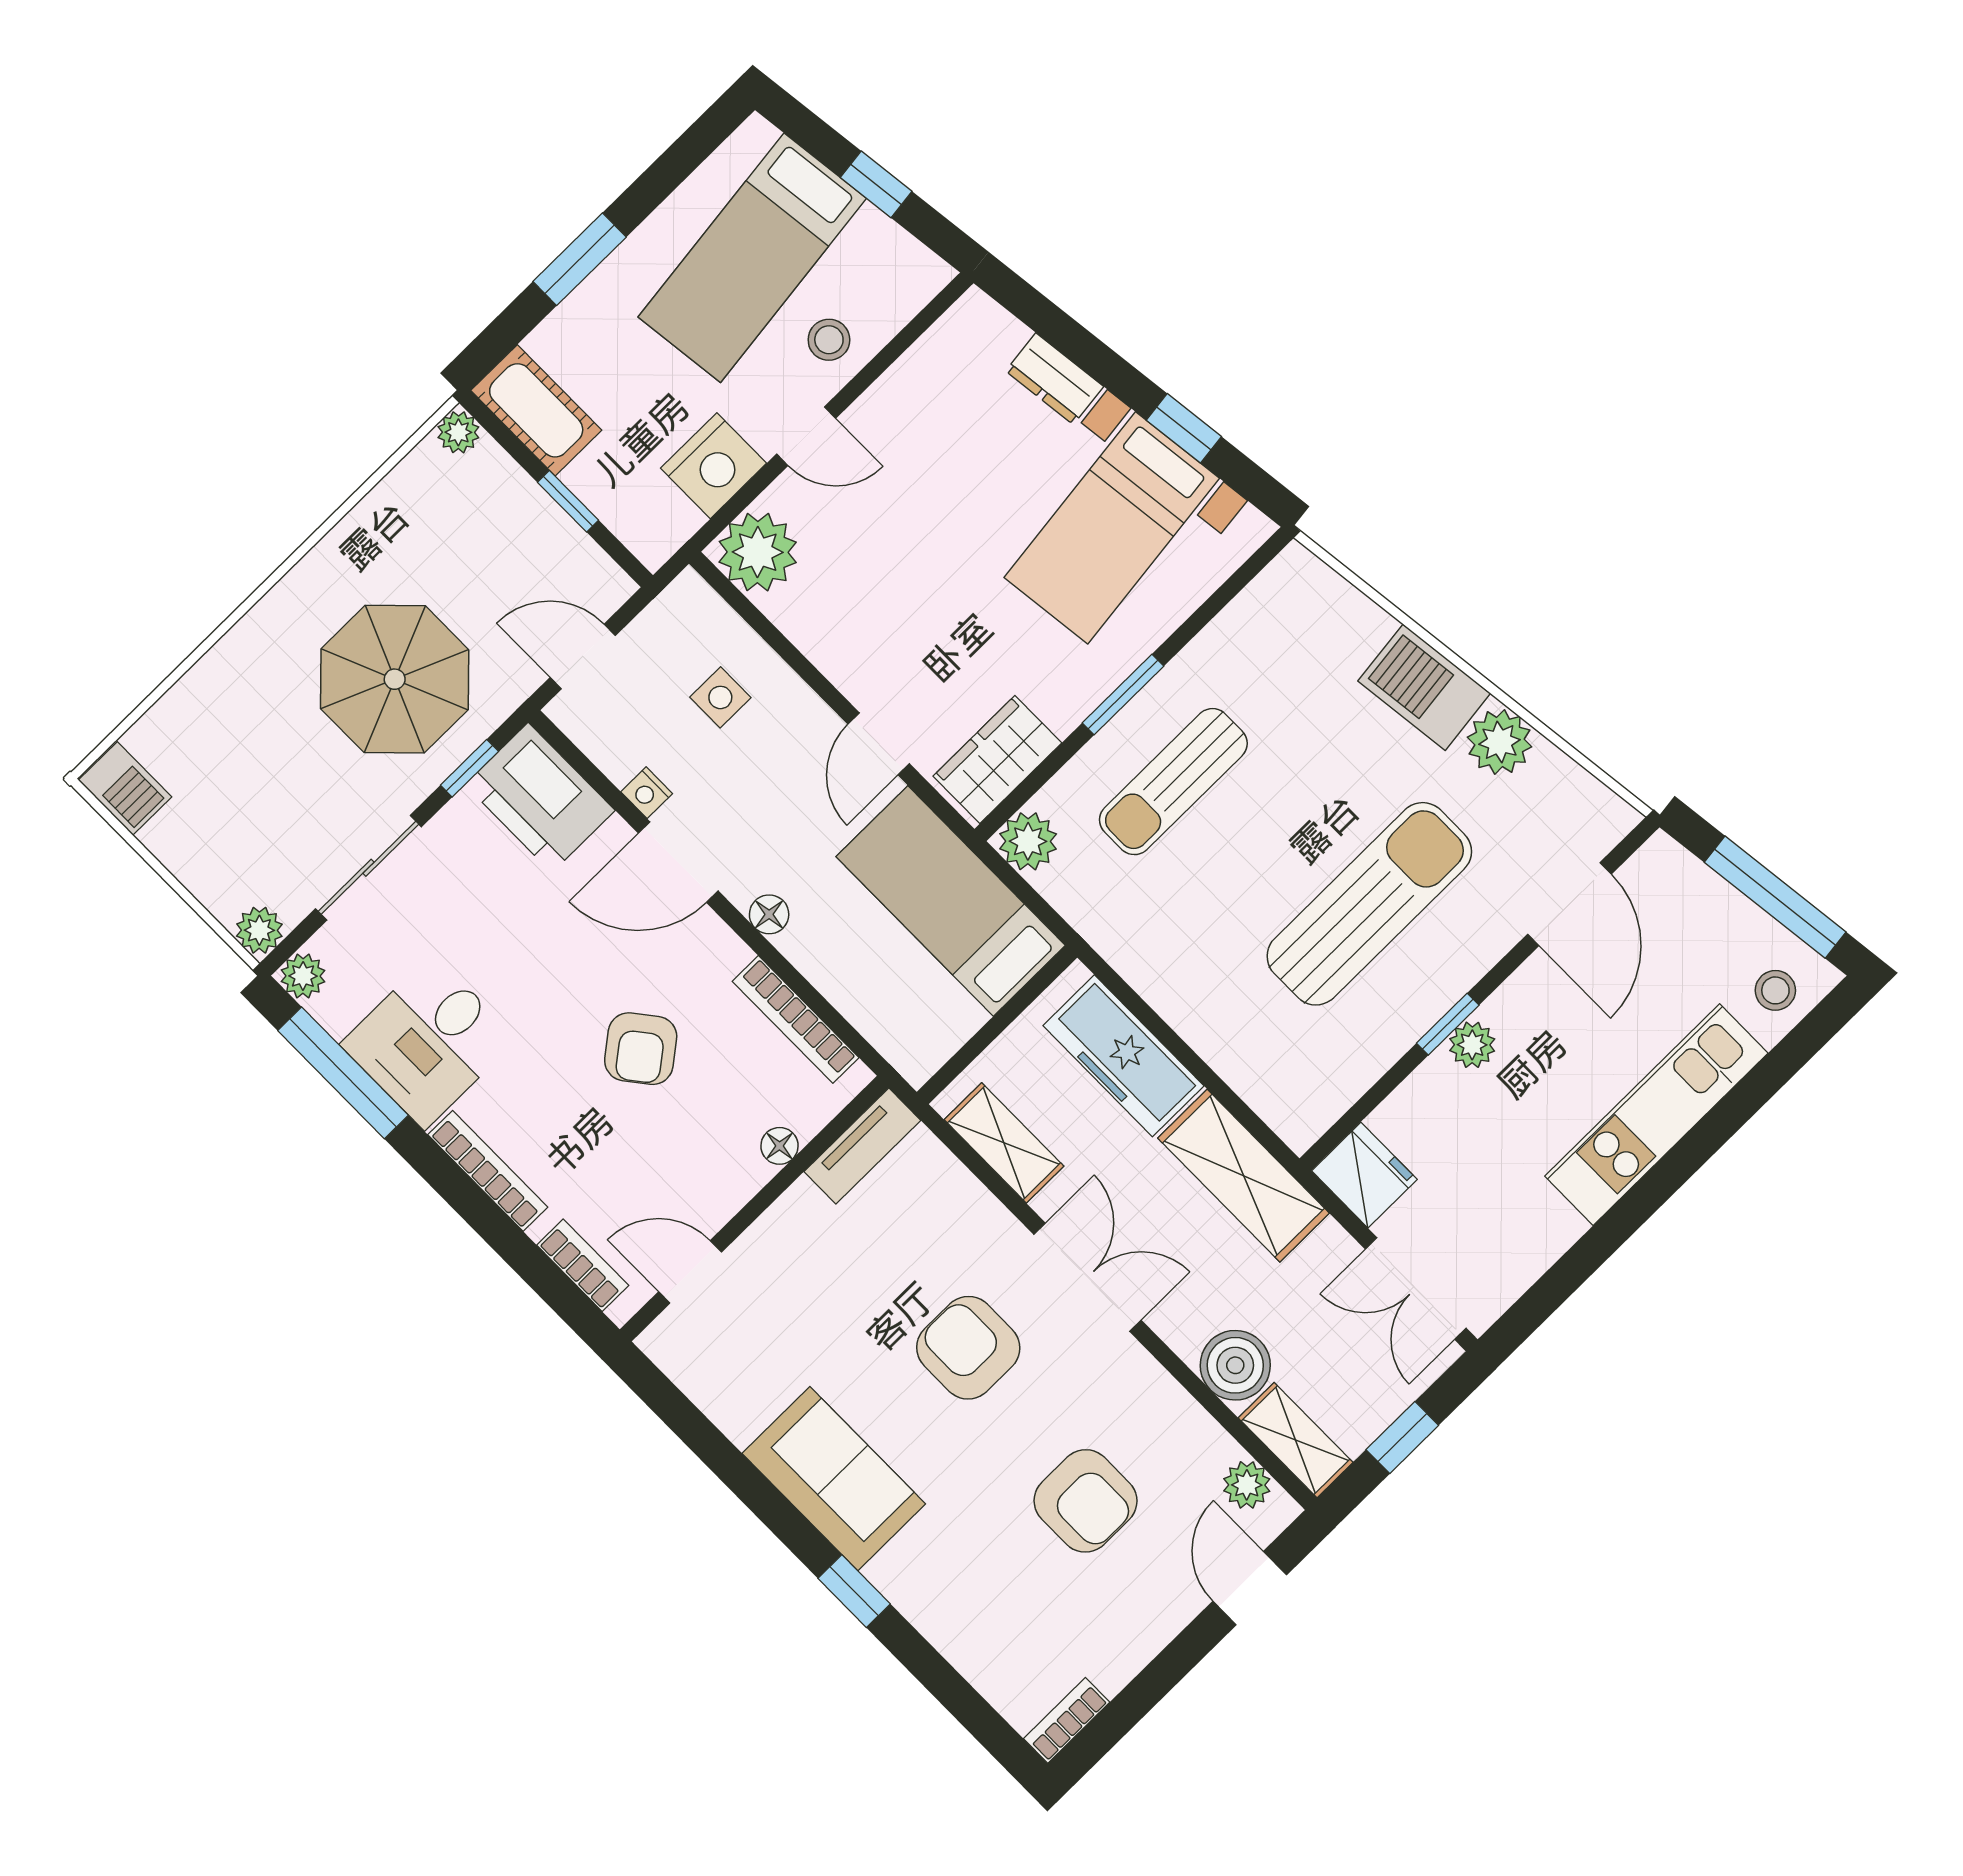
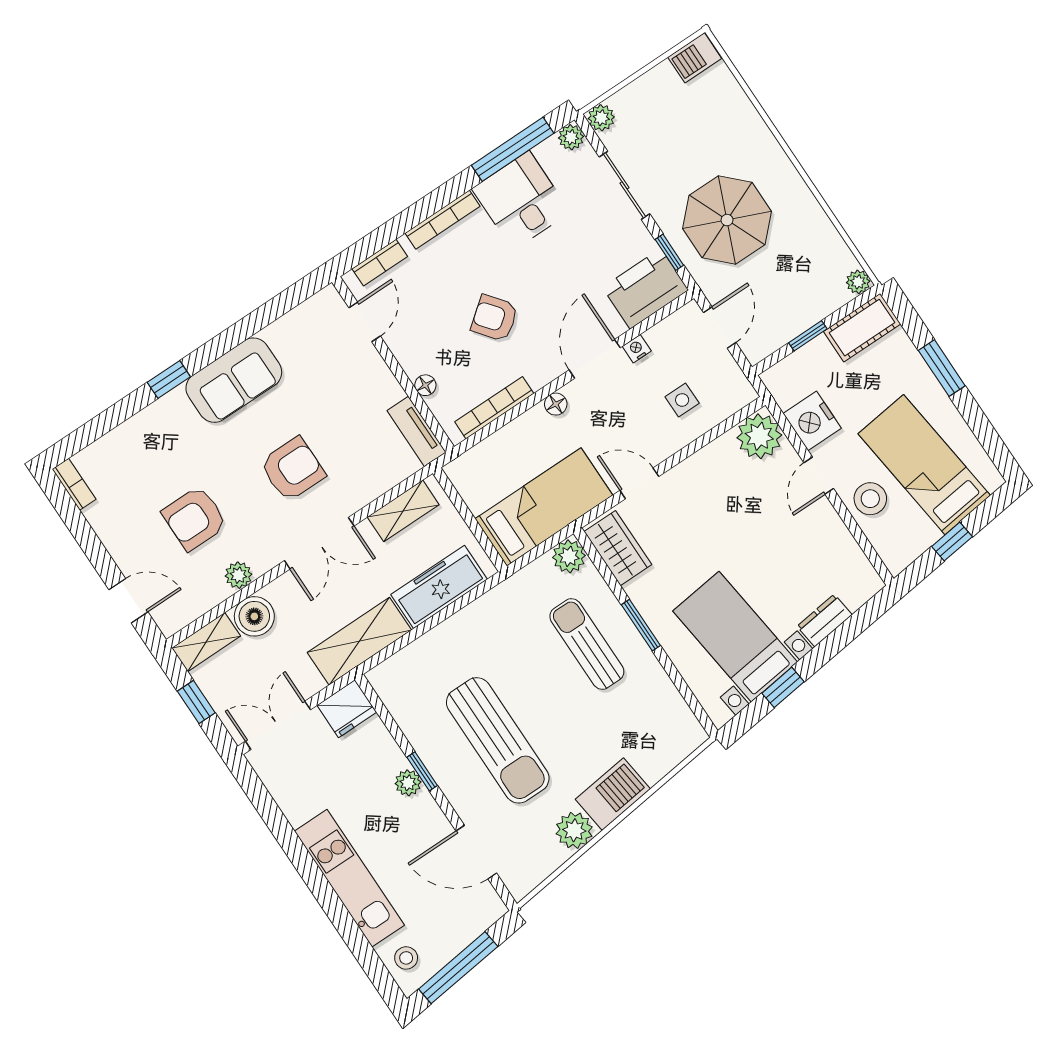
stool: (829, 340) -> (870, 499), width x1.37, depth x1.37
plant: (1247, 1485) -> (238, 575), moved

